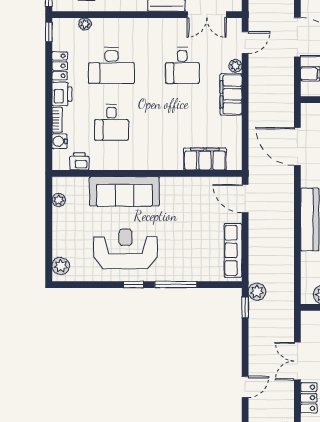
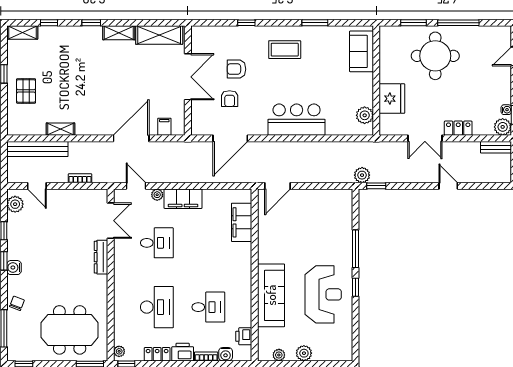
plant: (85, 24) -> (119, 351), moved
reception desk: (125, 249) -> (323, 294), turned 180
row of seats: (233, 250) -> (325, 197), removed
plant: (61, 266) -> (304, 353), moved

